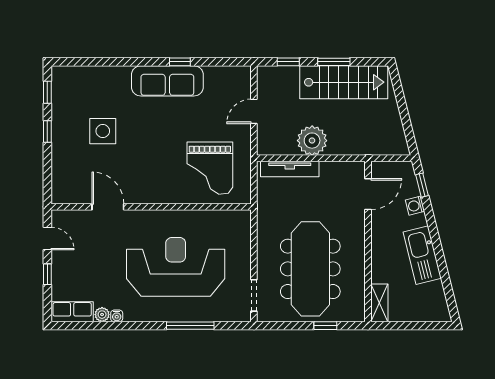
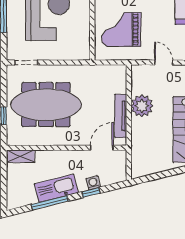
tv unit: (290, 169) -> (121, 116), moved
window: (422, 185) -> (91, 193), moved
door: (368, 194) -> (102, 148), swing flipped
window: (442, 264) -> (50, 203), added

